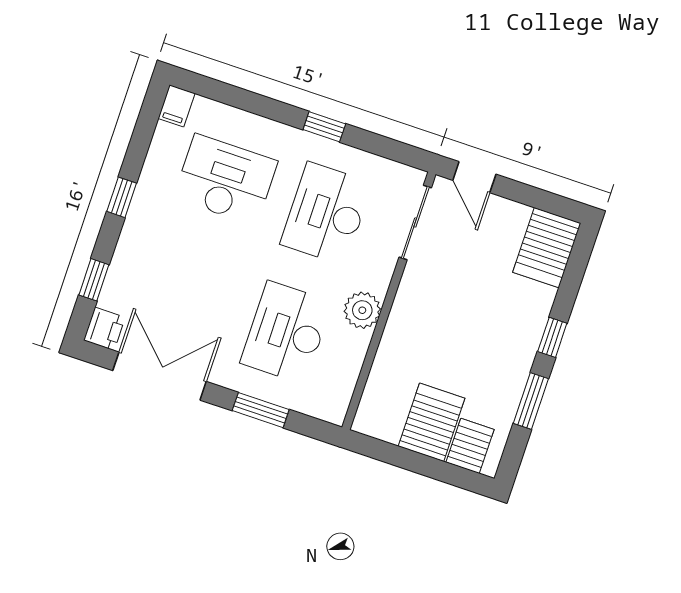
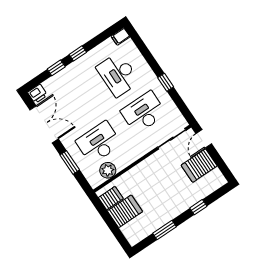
desk: (226, 180) -> (118, 74), turned 180
server rack: (547, 248) -> (199, 166), moved
window: (94, 280) -> (56, 68), moved
plant: (362, 310) -> (108, 170), moved
window: (552, 337) -> (198, 207), moved
server rack: (470, 446) -> (111, 198), moved

